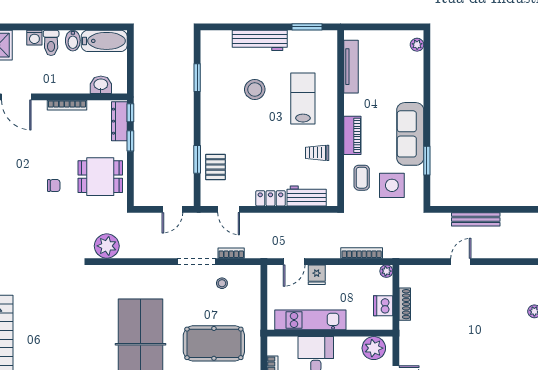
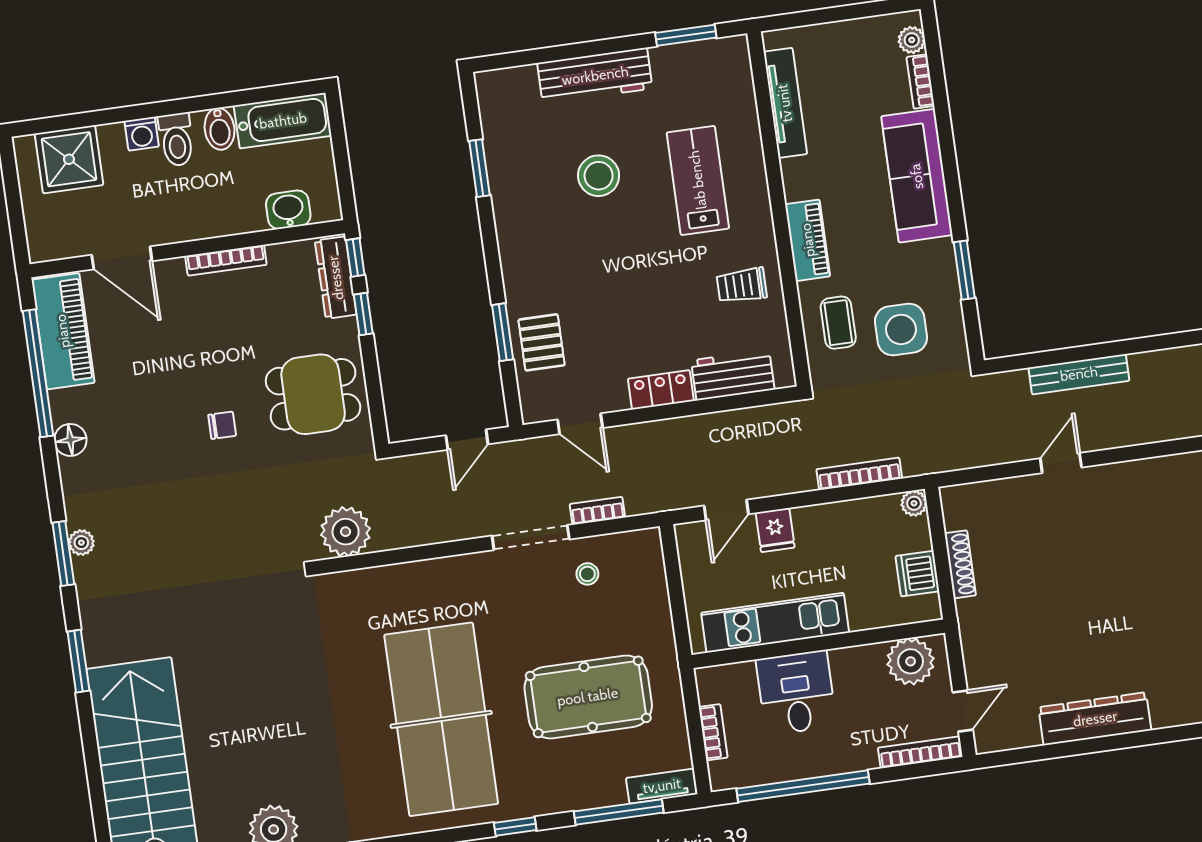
bookcase: (418, 66) -> (920, 81), added
sofa: (410, 134) -> (917, 176), moved

